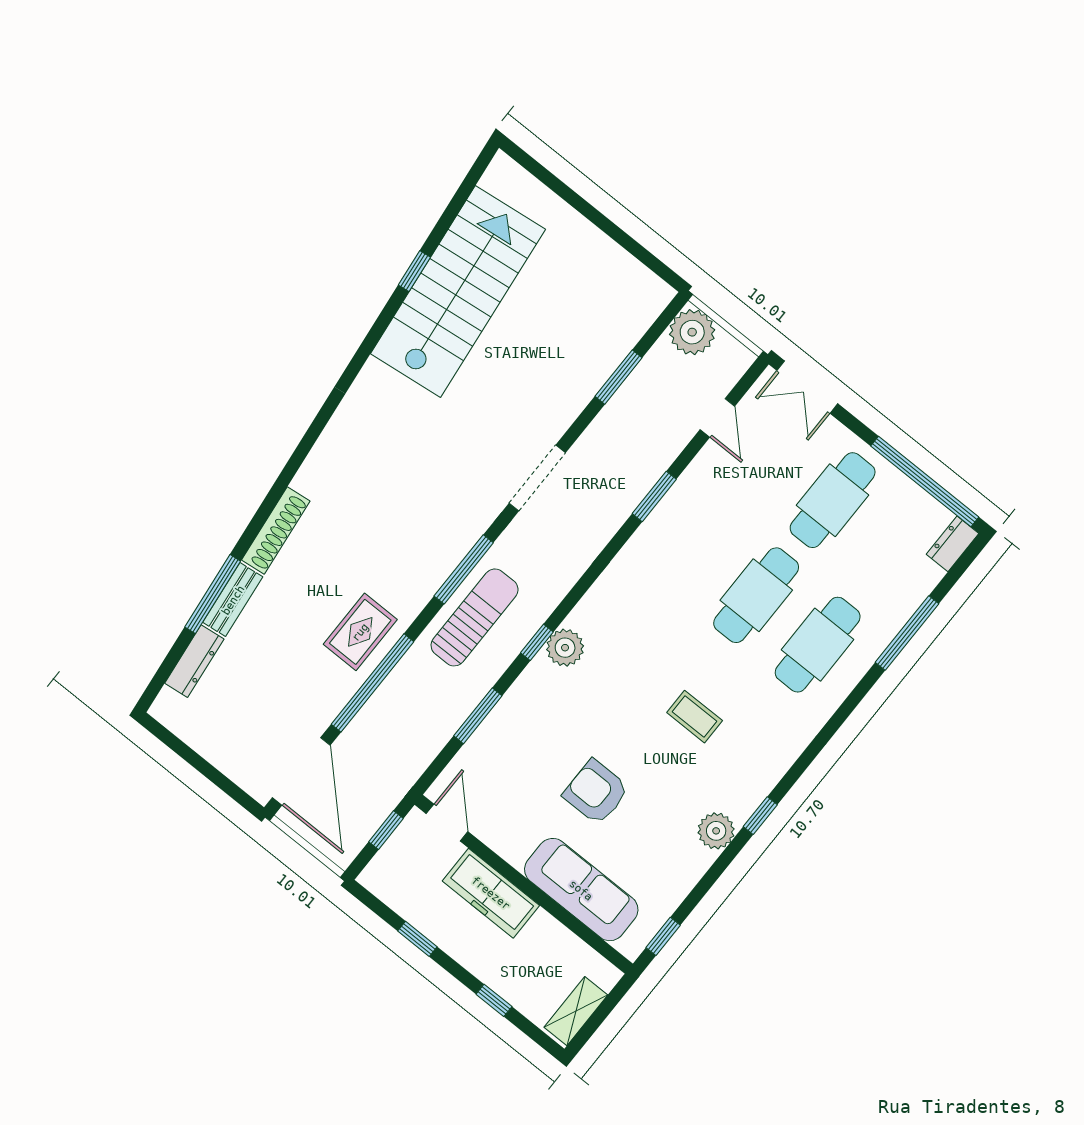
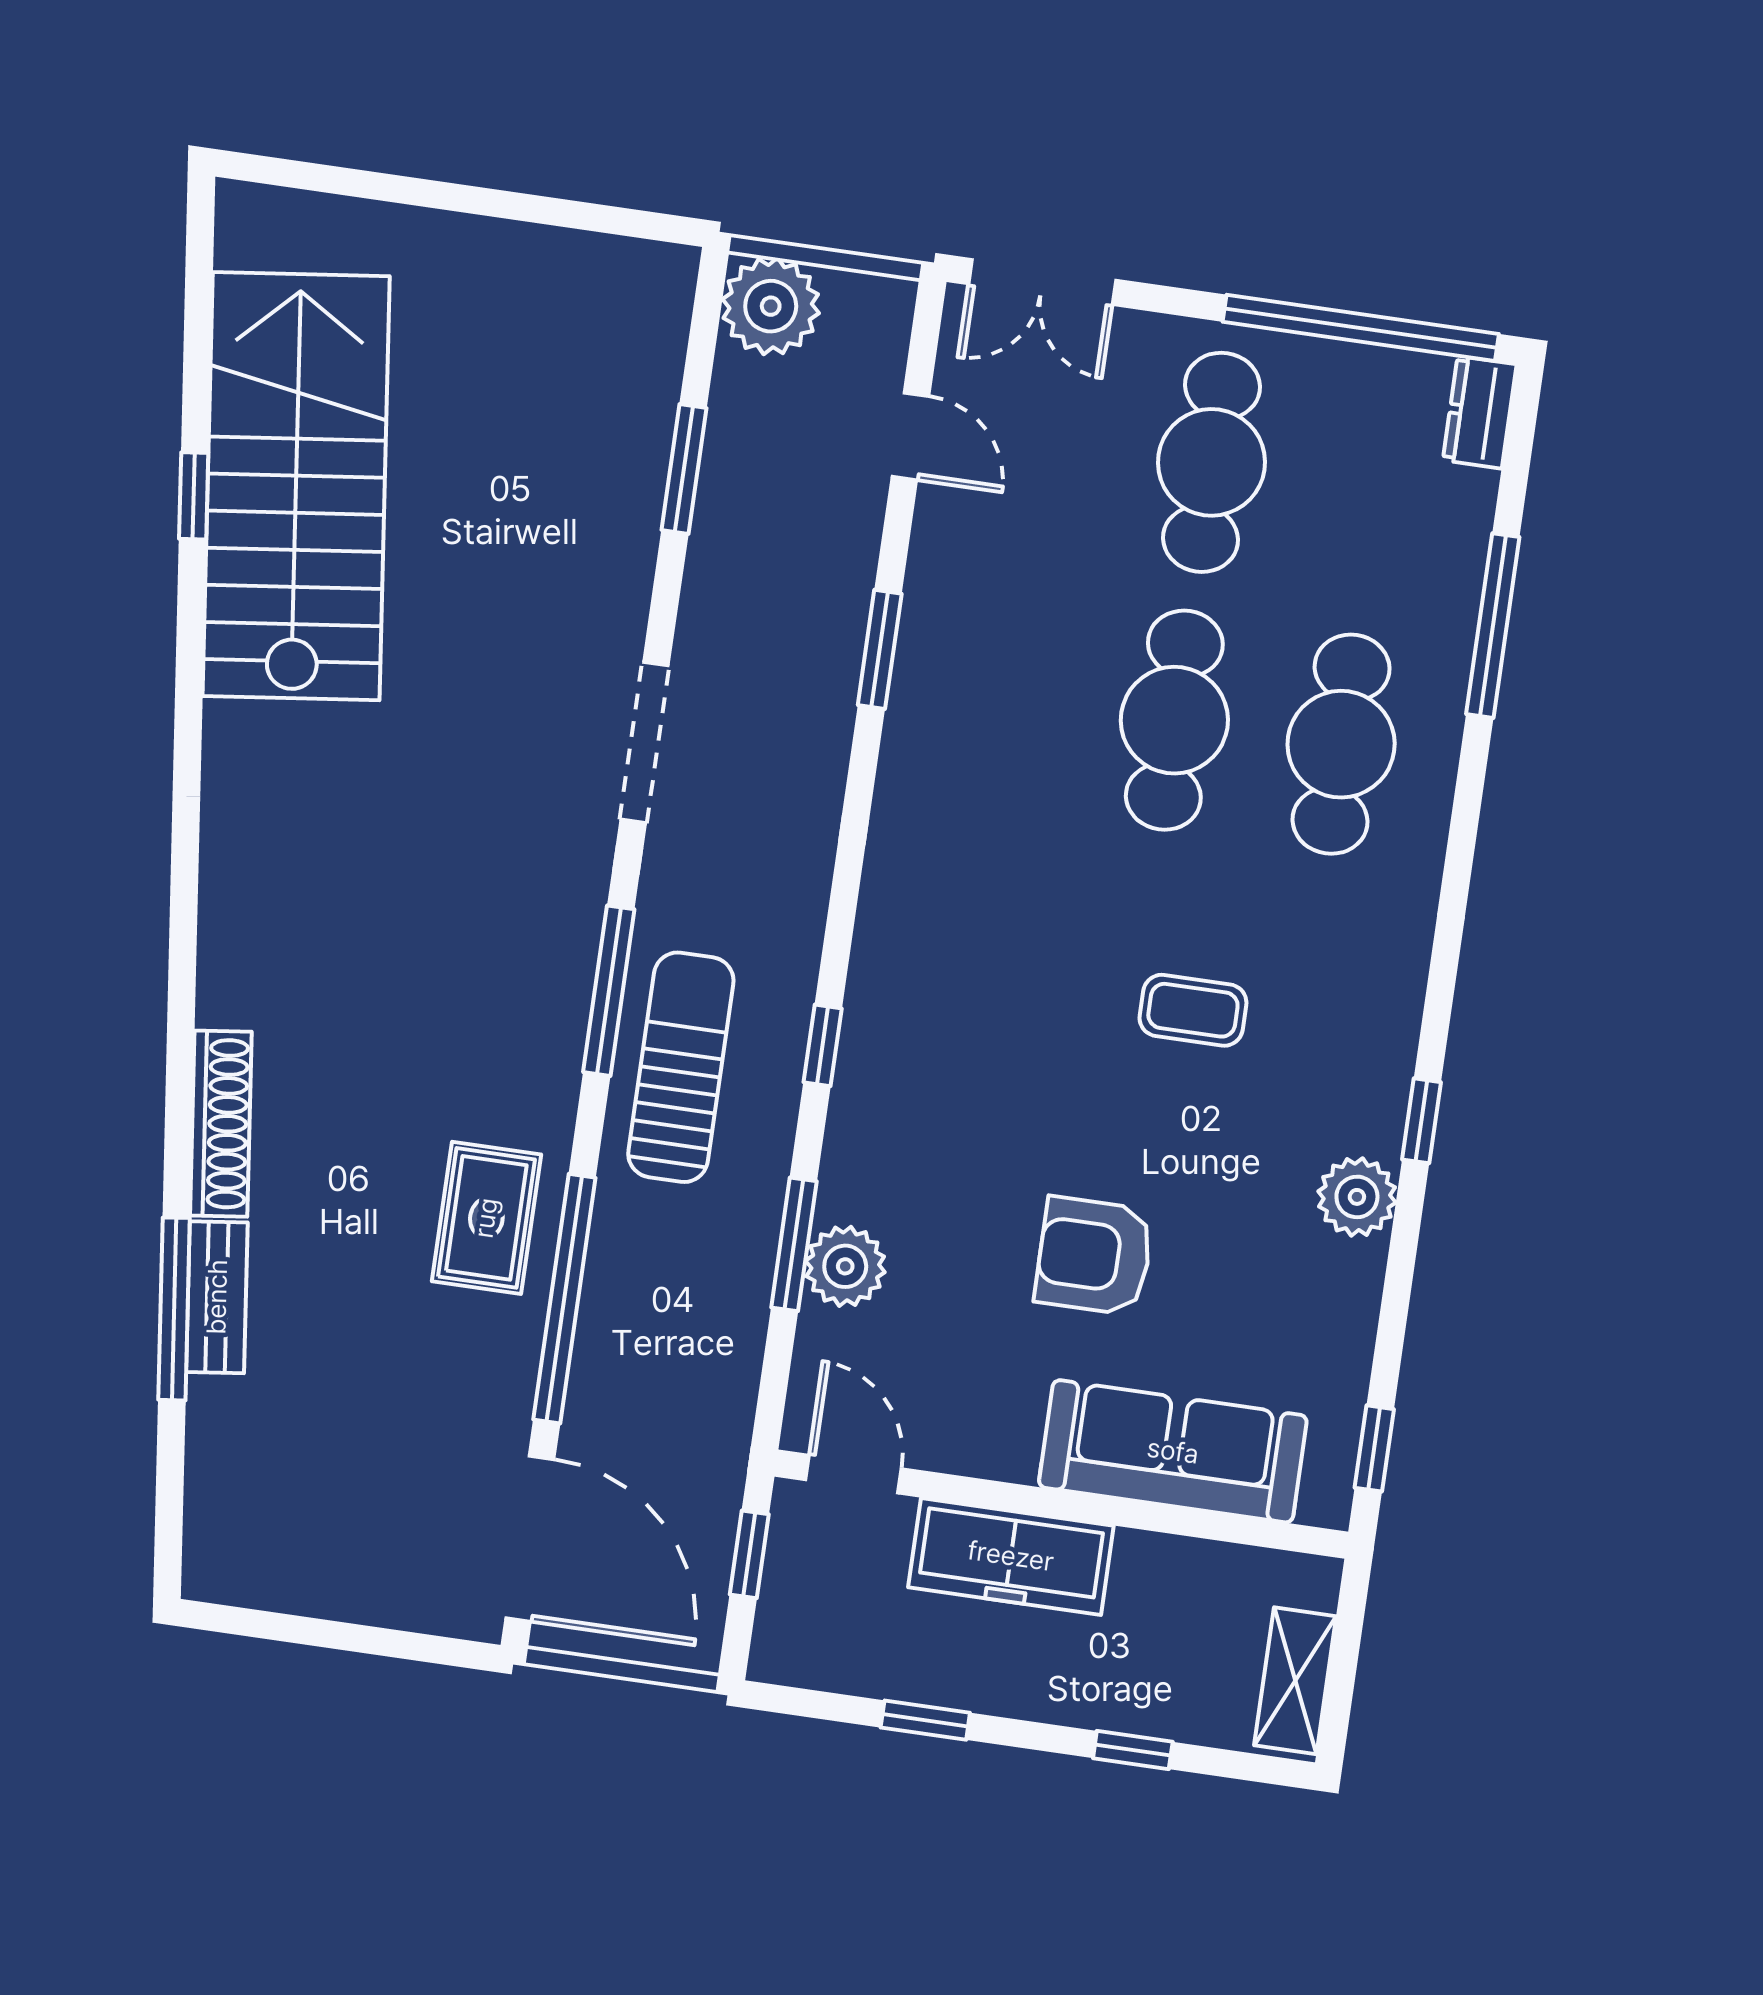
plant: (565, 648) -> (845, 1266), moved
dresser: (194, 661) -> (213, 1452), removed

